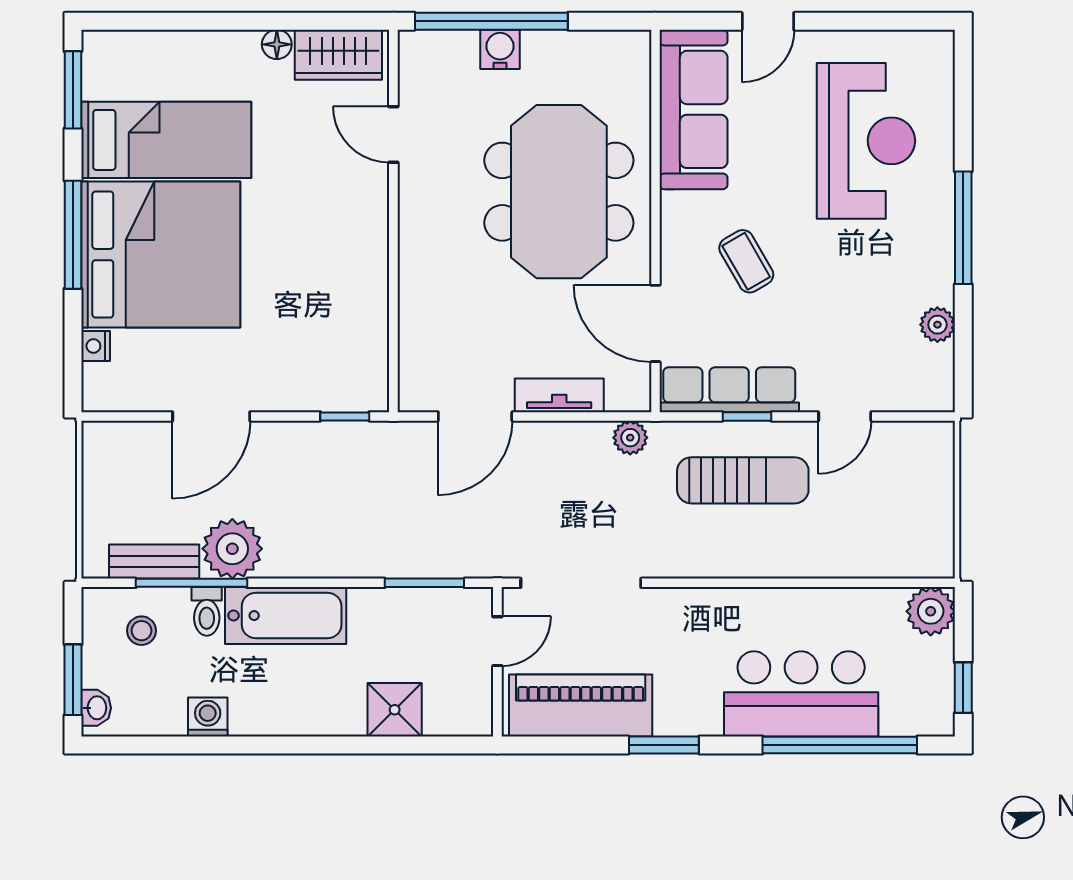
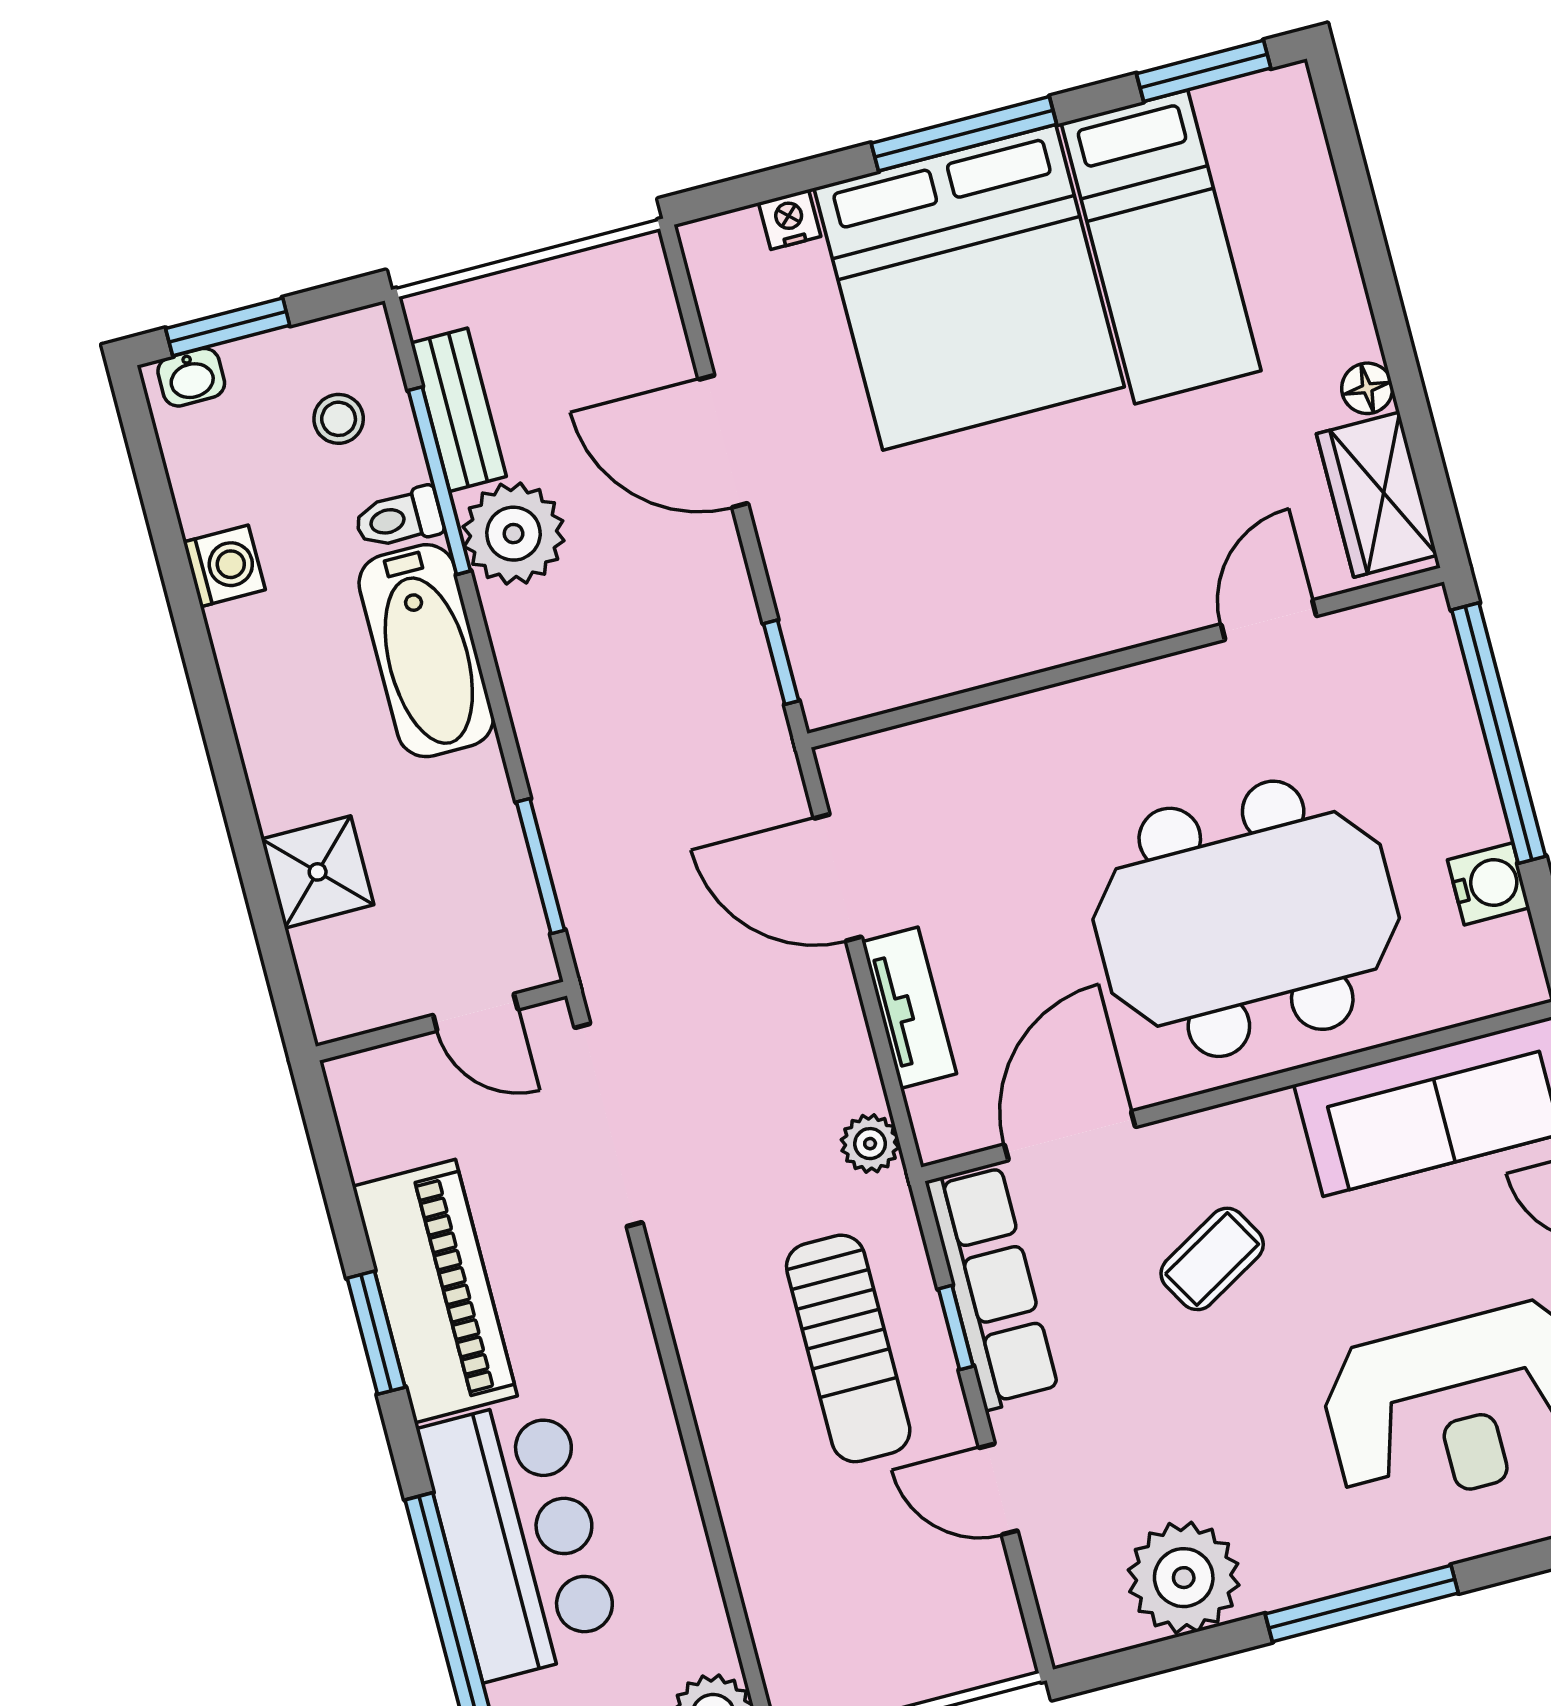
water cooler: (500, 49) -> (1489, 884), moved
plant: (937, 325) -> (1184, 1578), width x1.88, depth x1.88
piano: (581, 706) -> (435, 1291), moved

